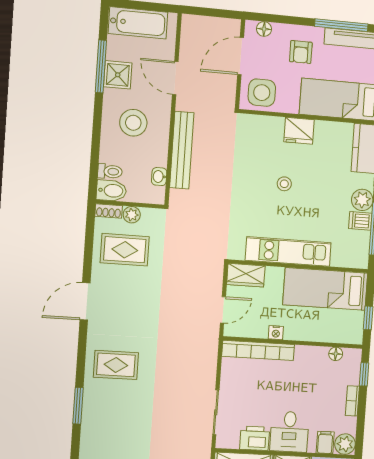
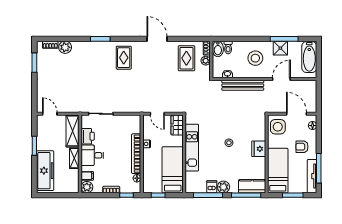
bookcase: (258, 350) -> (136, 154), moved

